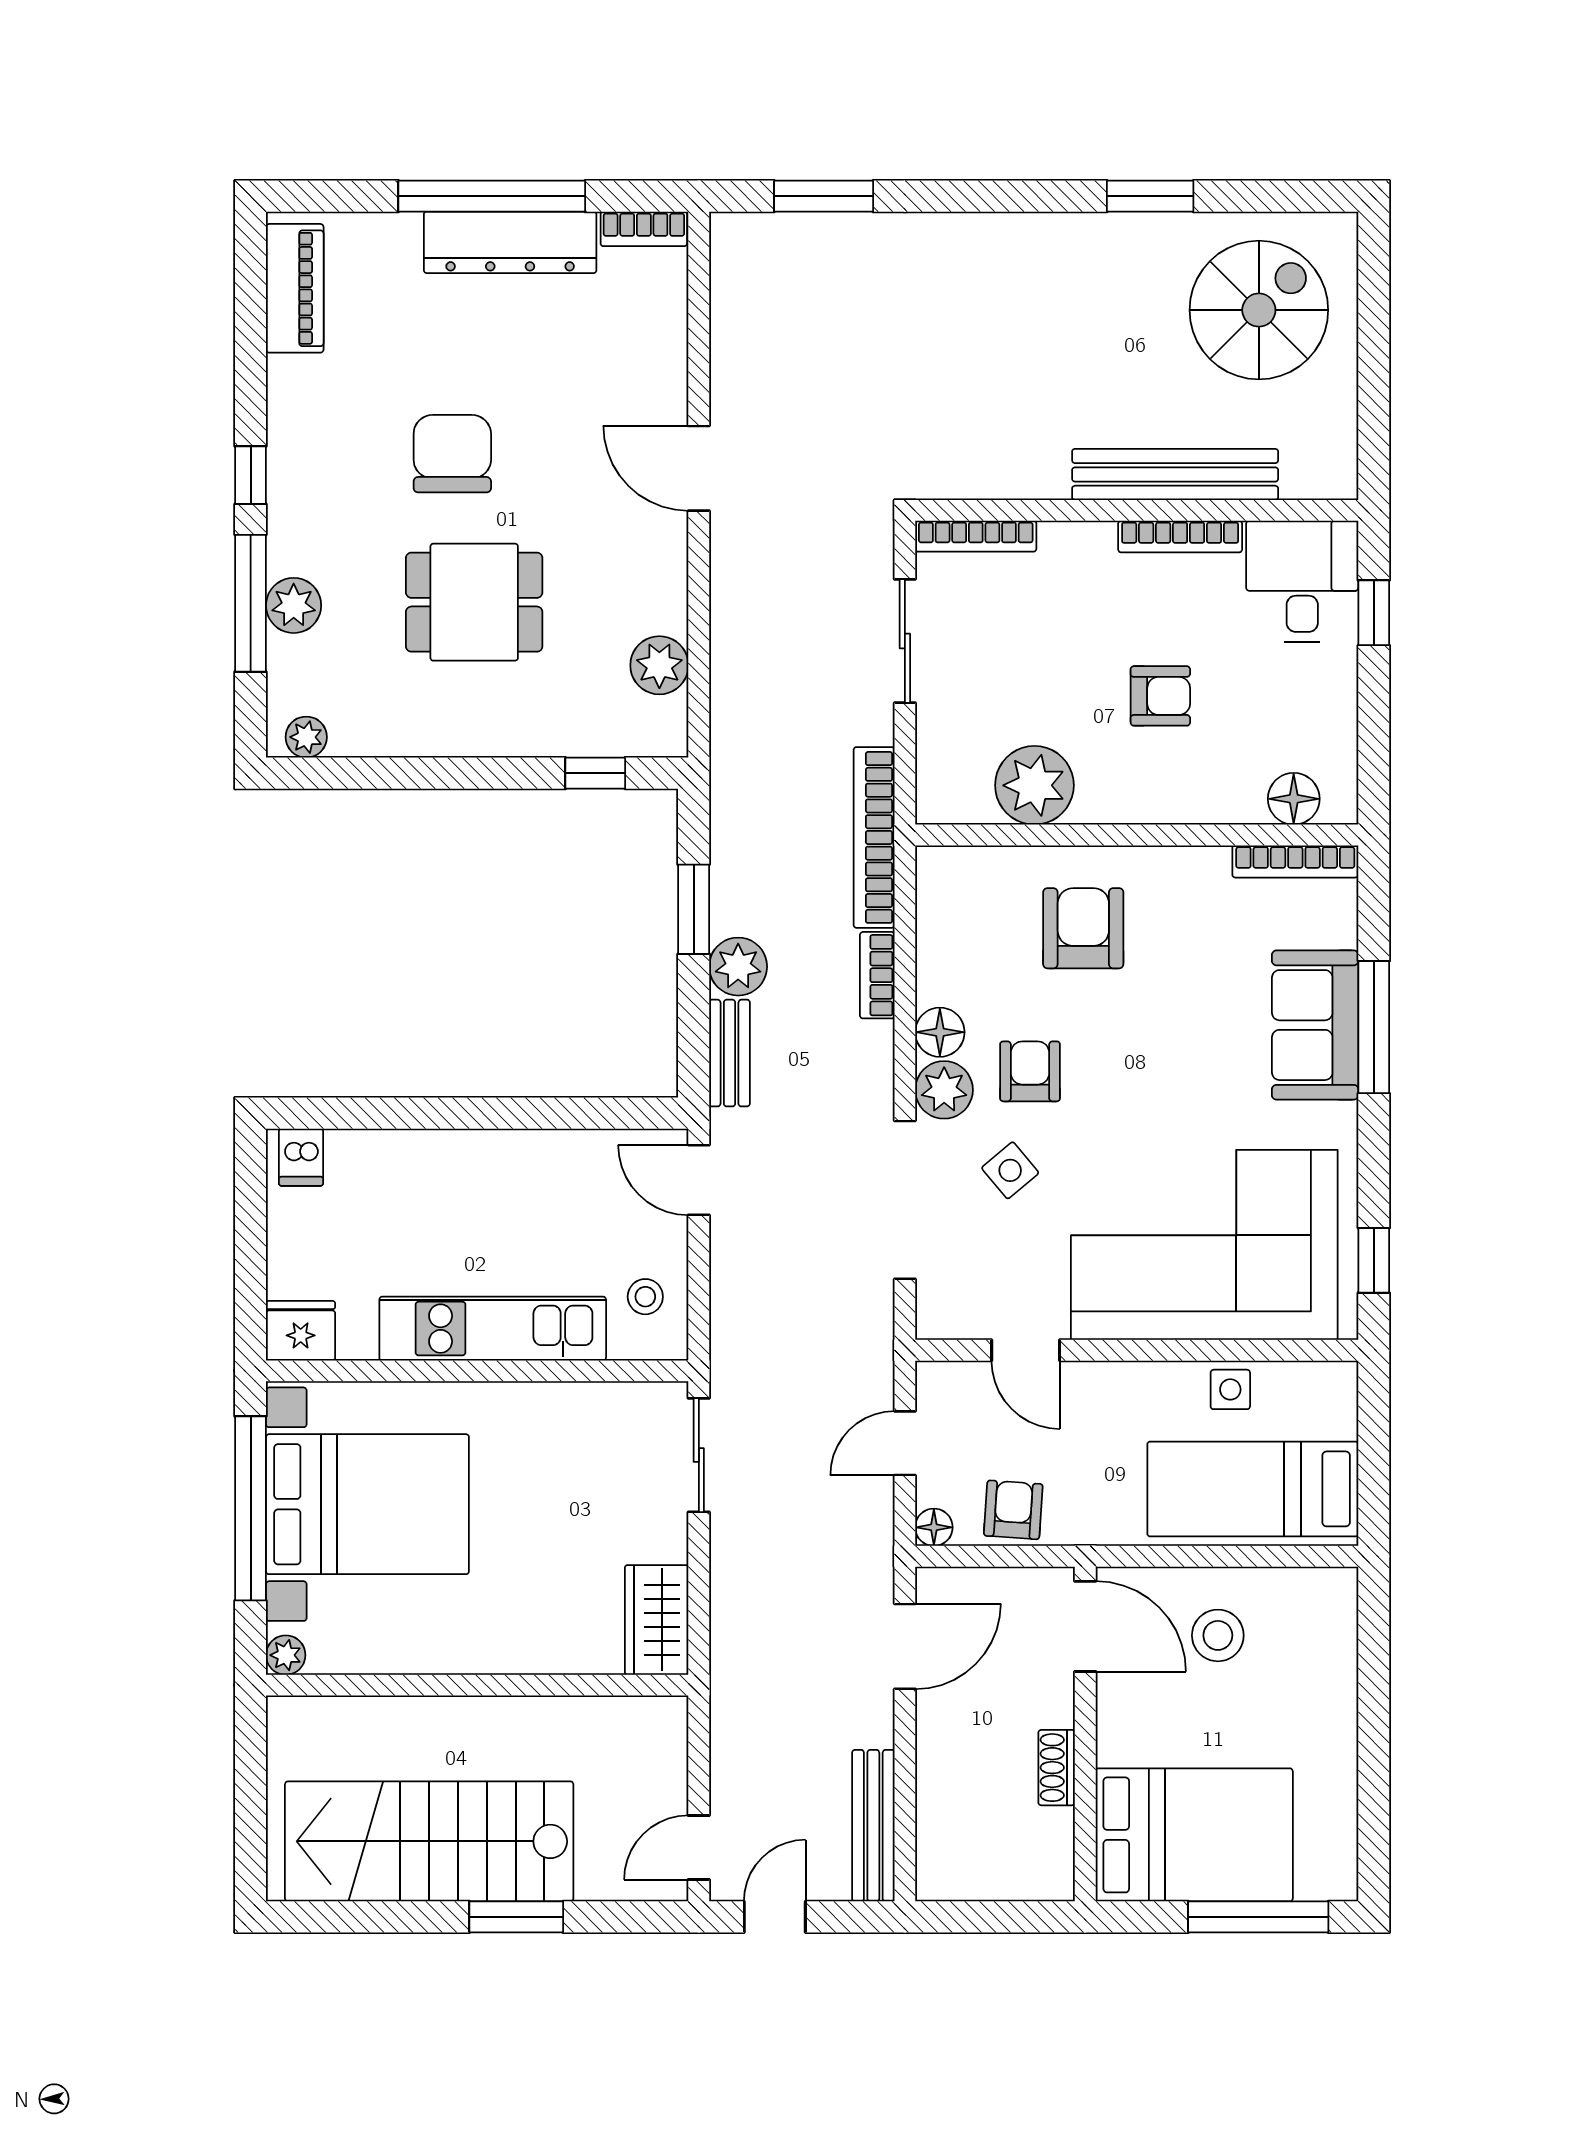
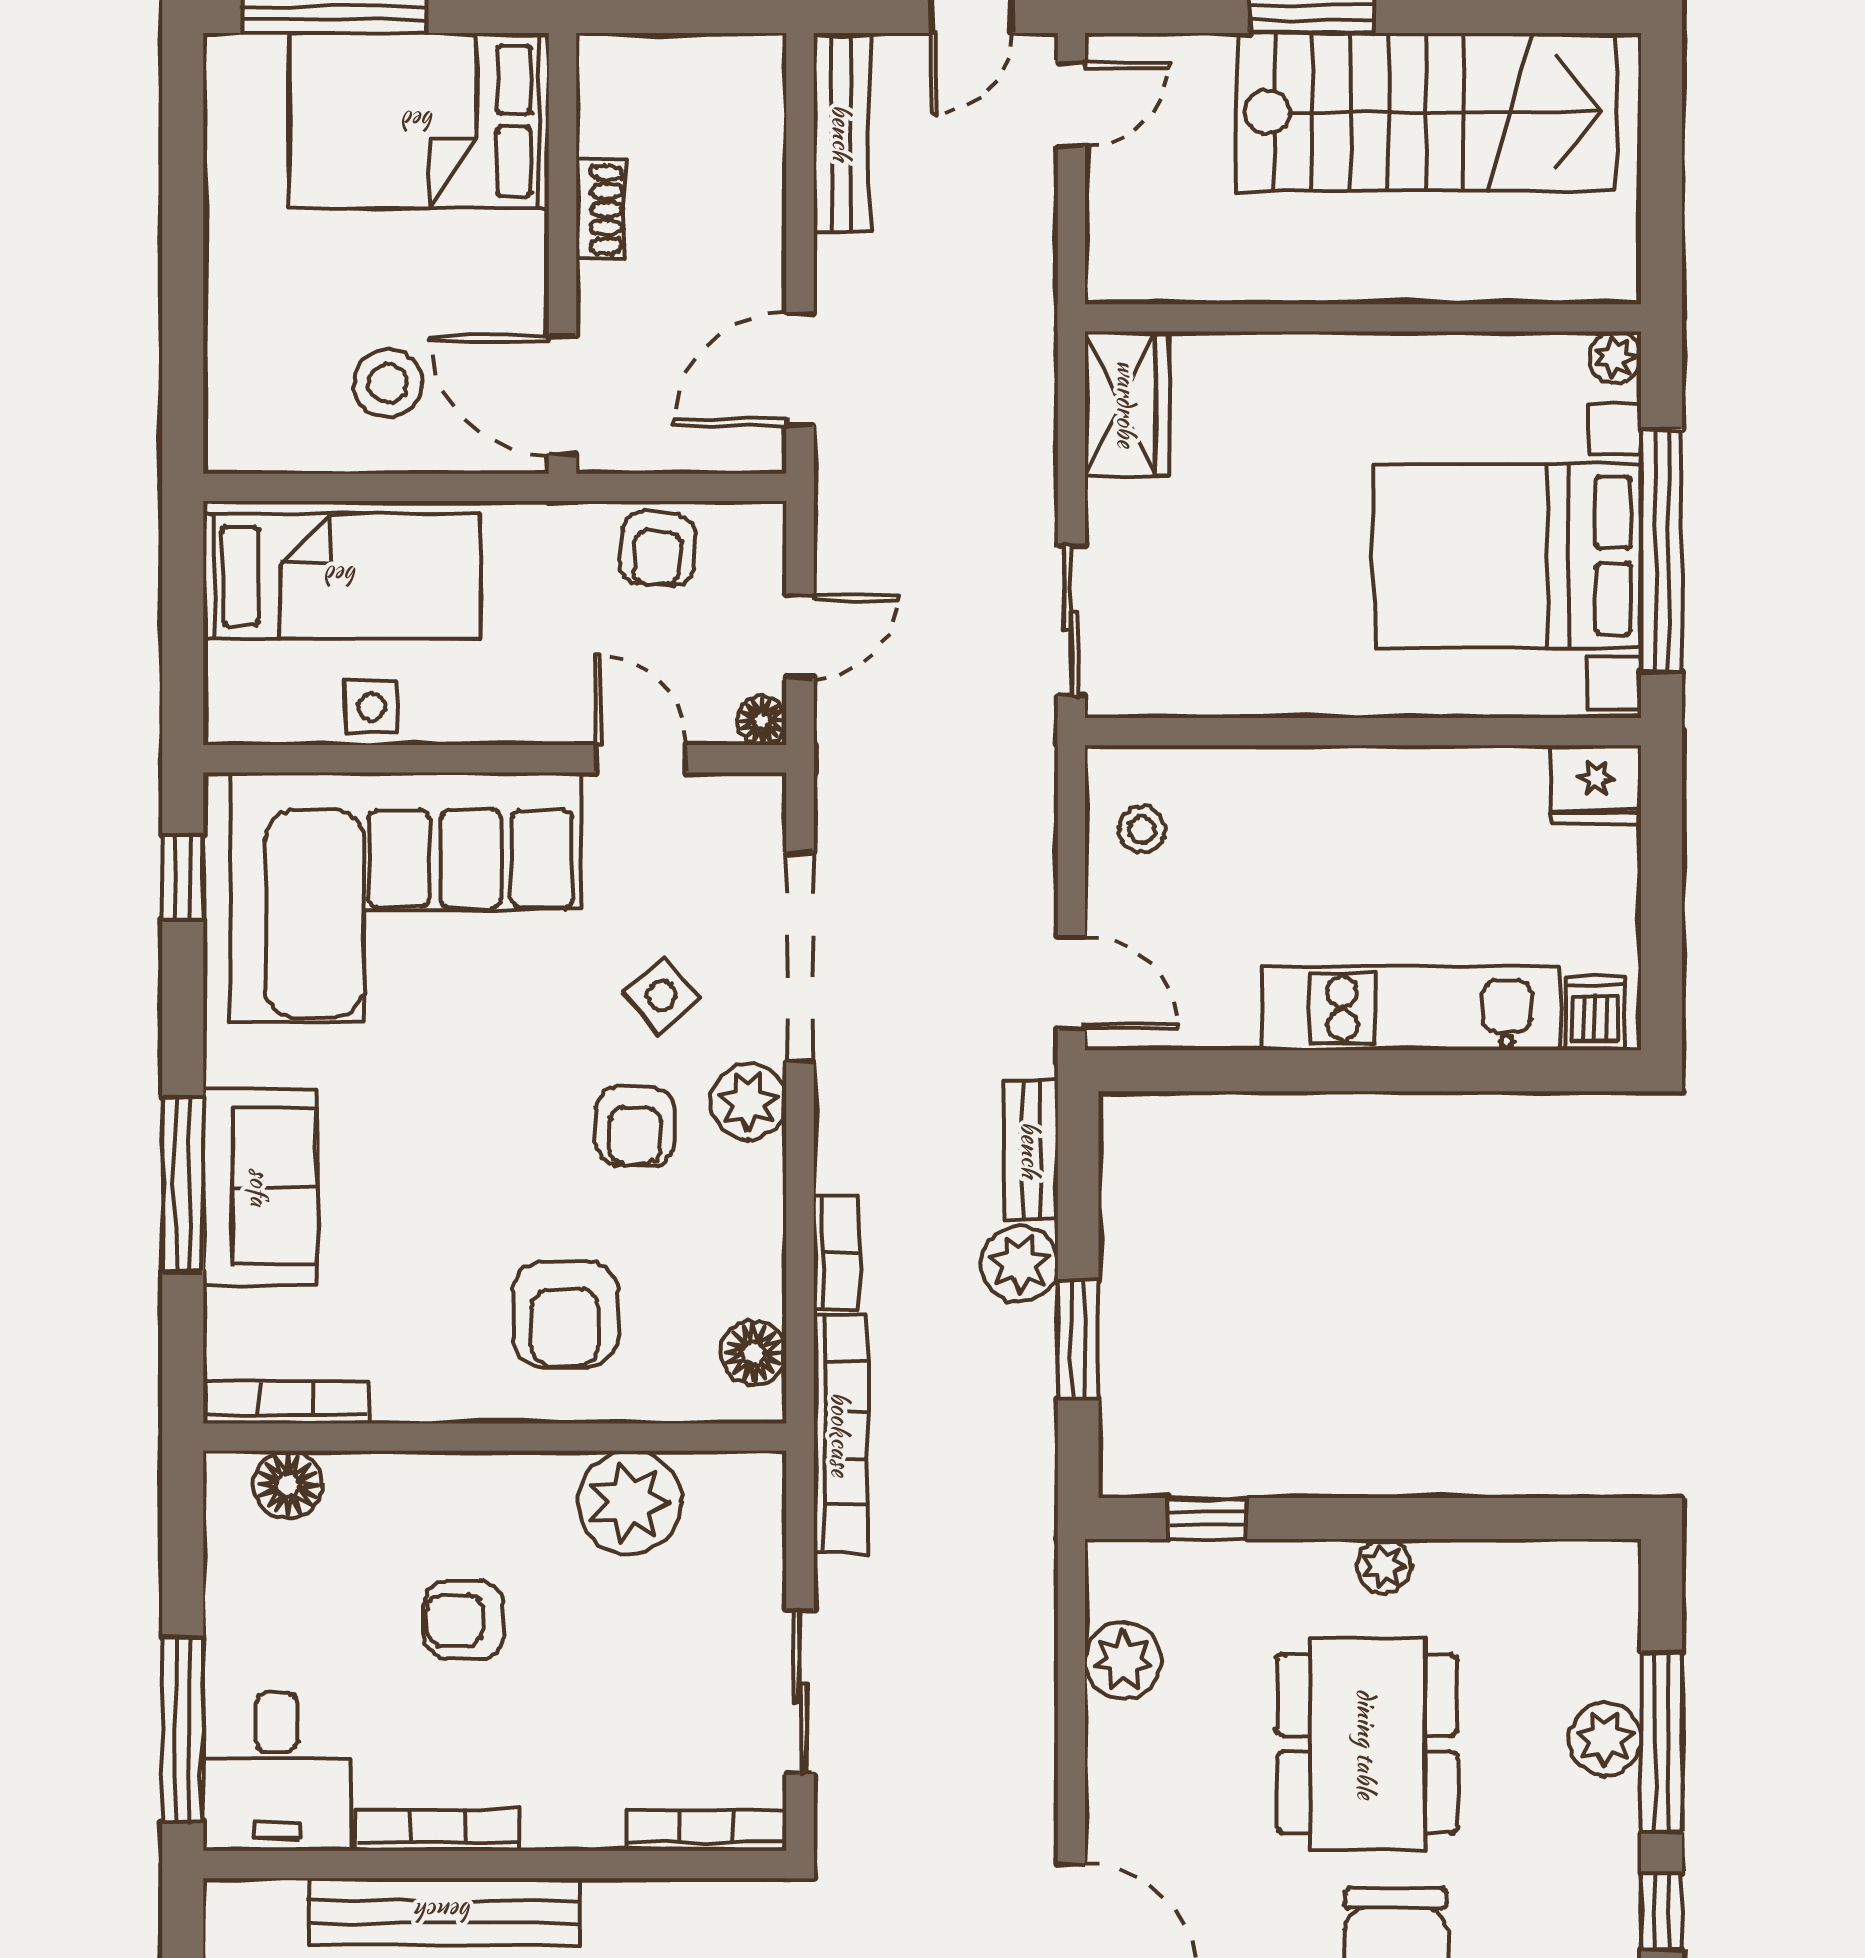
dining table: (474, 602) -> (1367, 1744), width x1.37
window: (1374, 613) -> (183, 1730), width x2.17
plant: (306, 737) -> (1384, 1566), moved
floor lamp: (940, 1032) -> (754, 1353), moved
kitchen unit: (493, 1329) -> (1411, 1008), moved, turned 180
floor lamp: (934, 1527) -> (762, 721), moved

